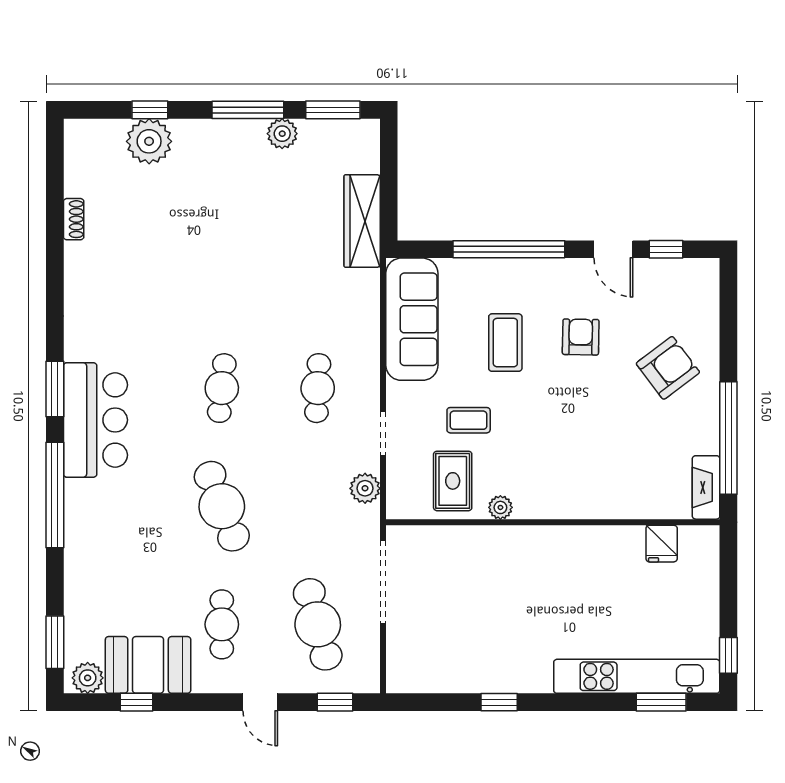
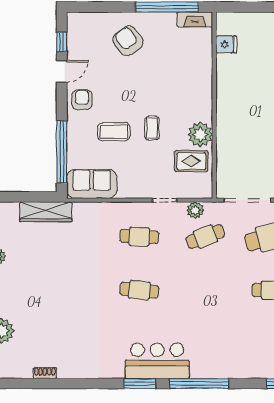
window: (509, 249) -> (62, 152), moved
sofa: (412, 319) -> (92, 184), width x0.73
armchair: (581, 337) -> (82, 100), moved, turned 89
coffee table: (469, 420) -> (152, 128), moved
cafe table: (222, 506) -> (205, 237), moved, width x0.73, depth x0.74
plant: (500, 507) -> (200, 134), width x1.87, depth x1.87

